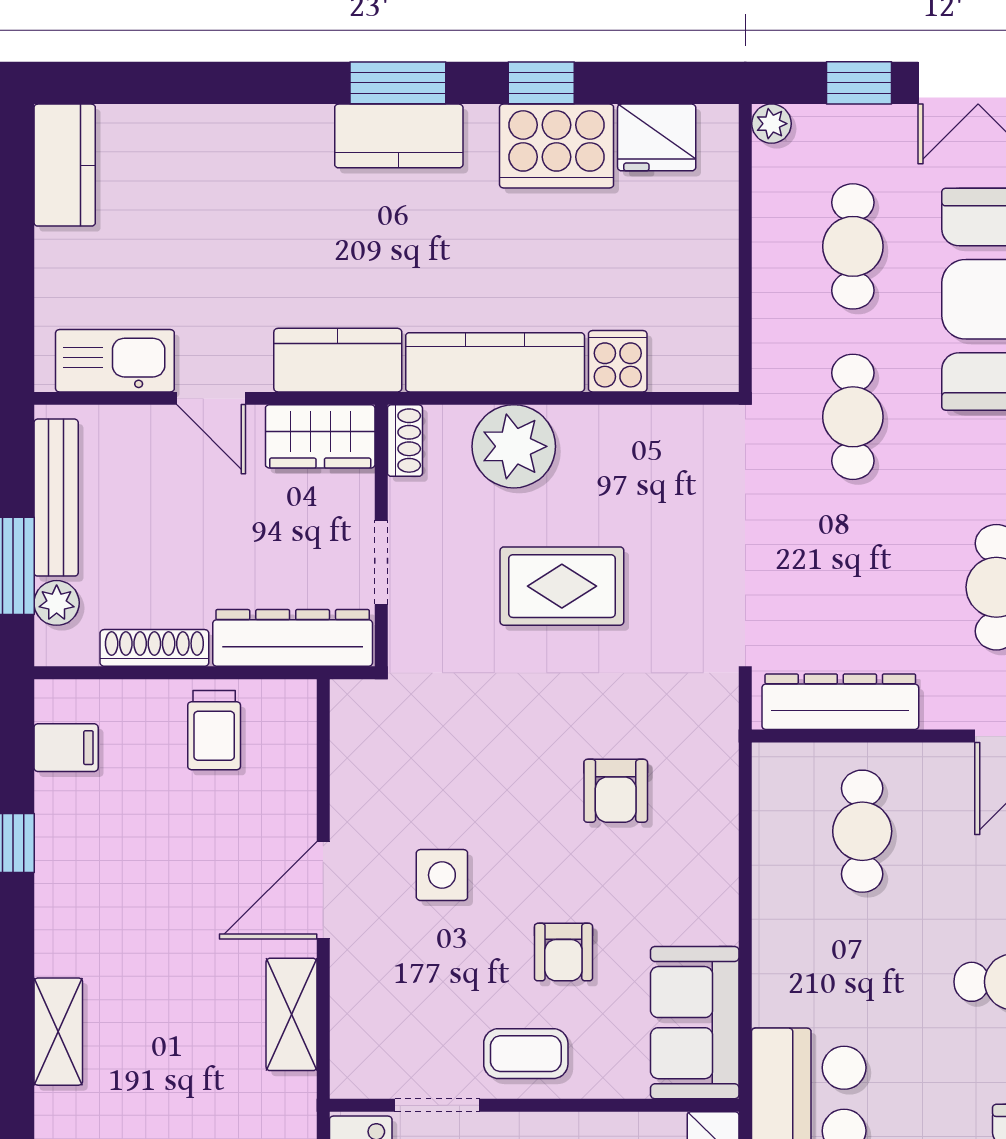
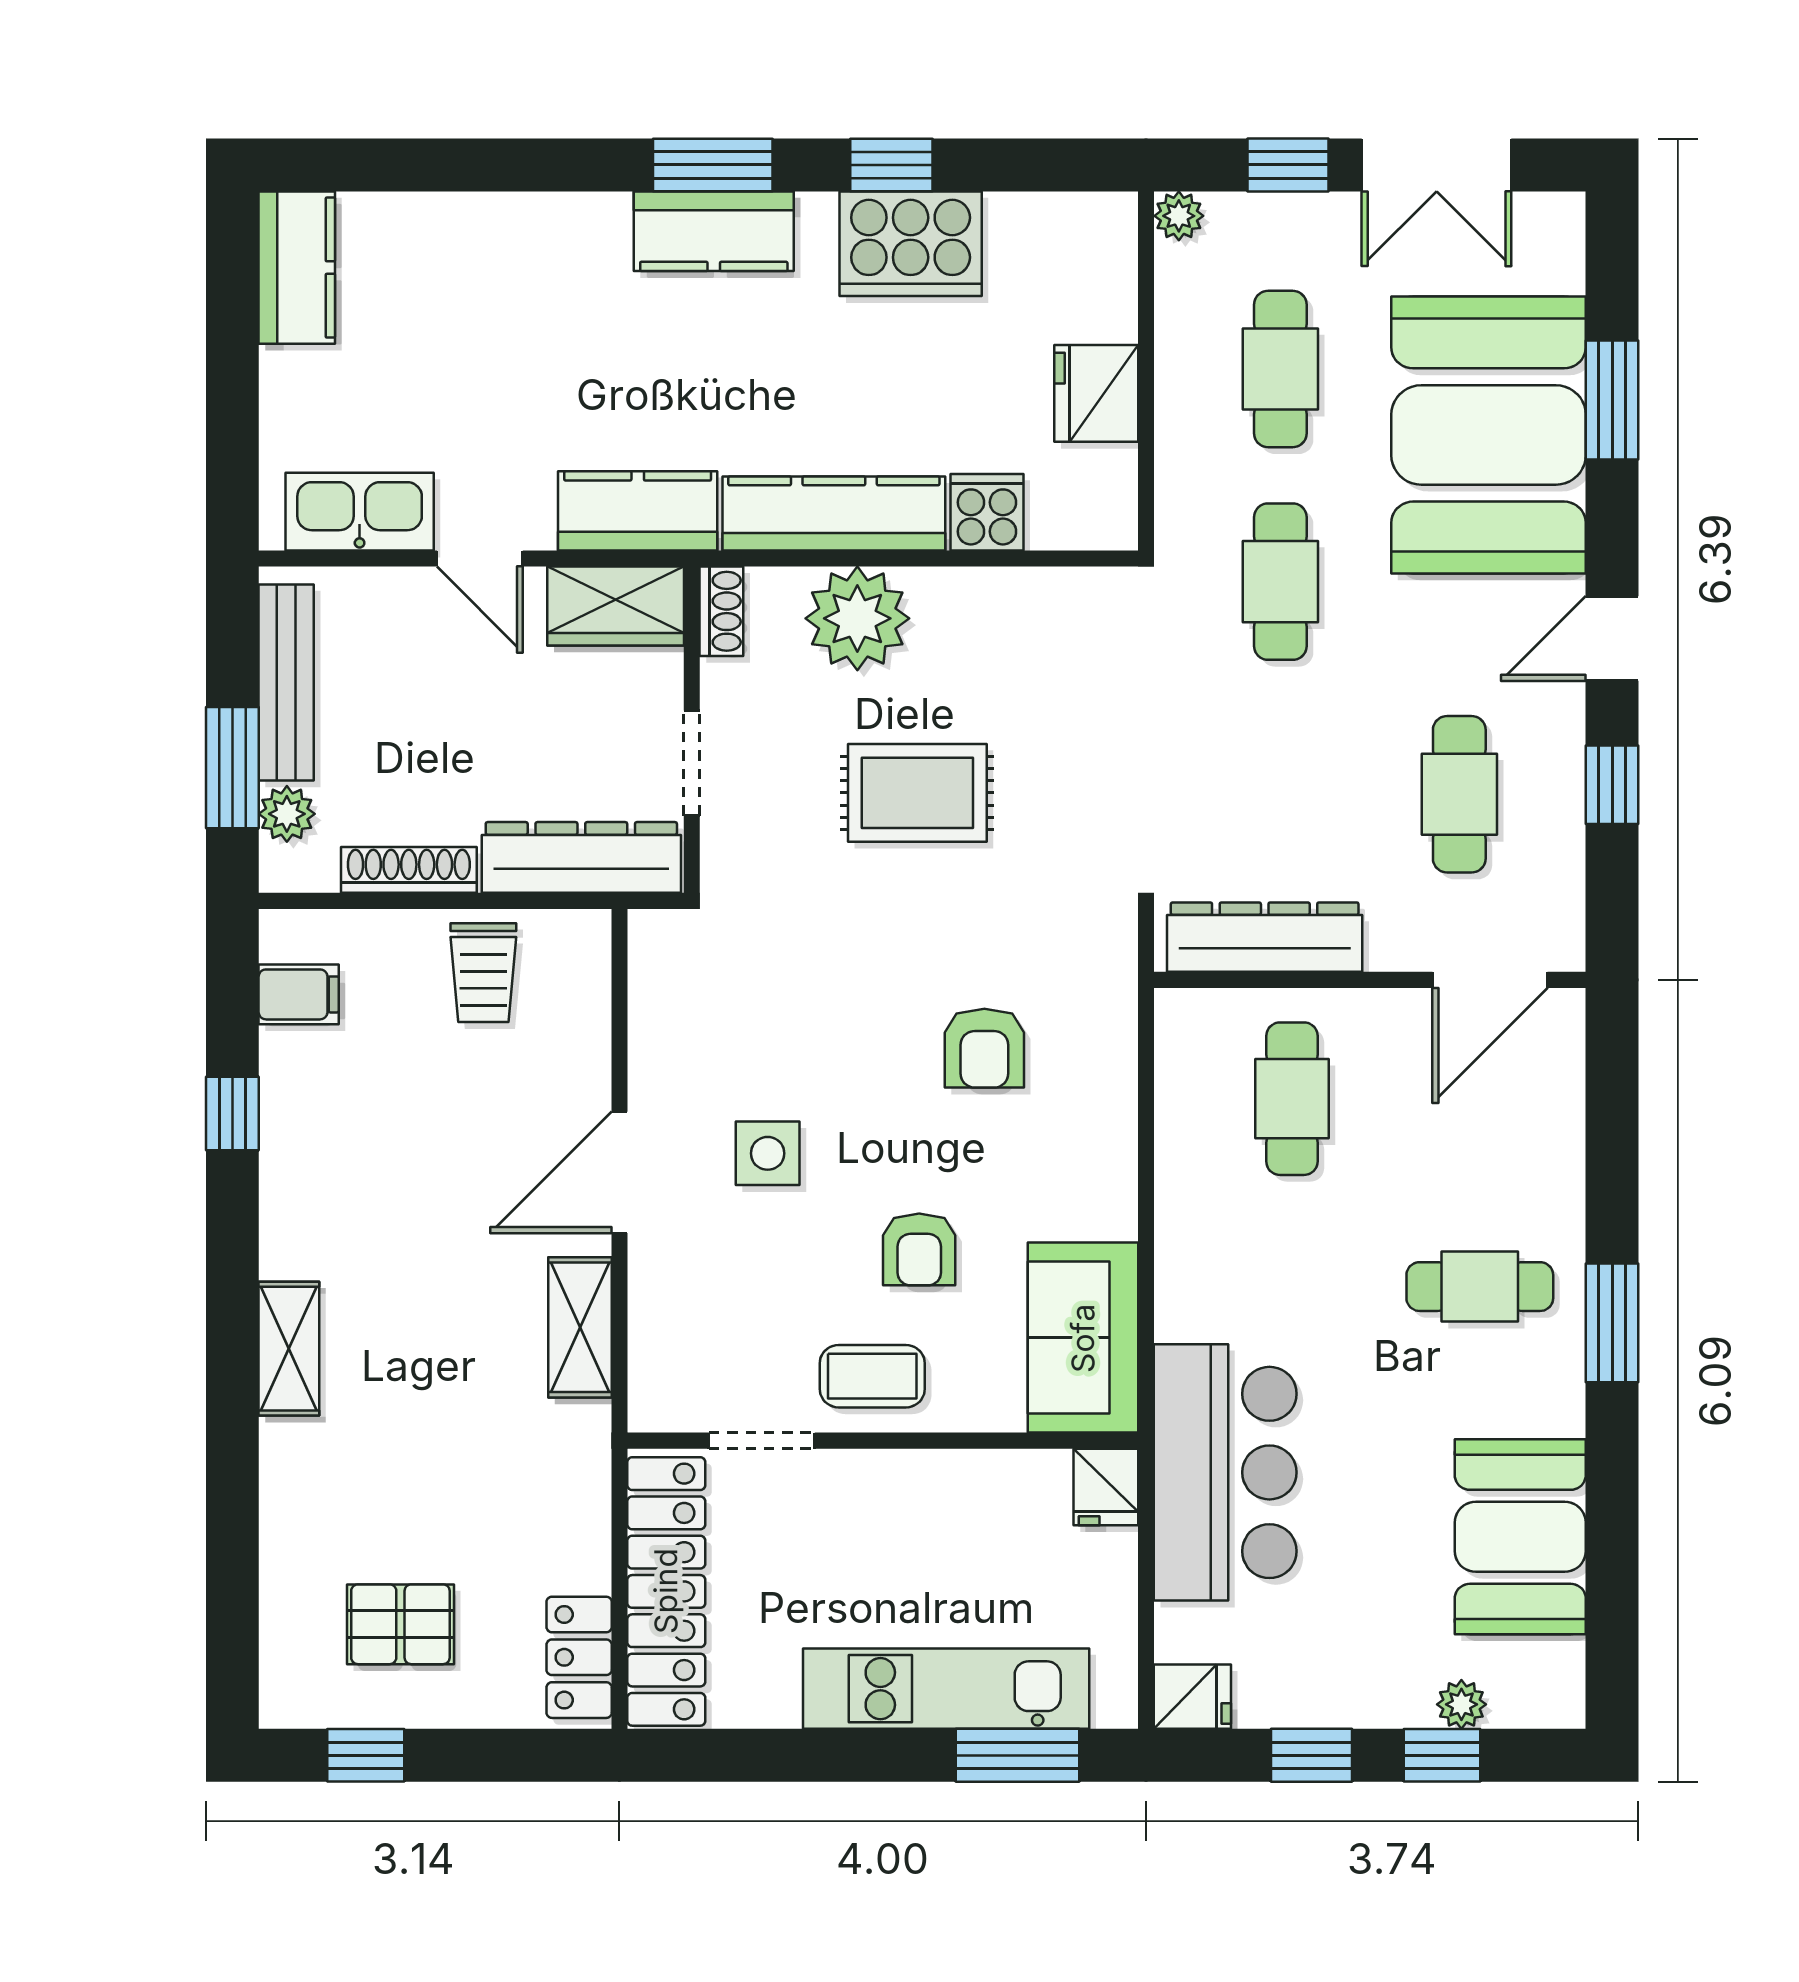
fridge: (657, 137) -> (1096, 393), moved, turned 90

